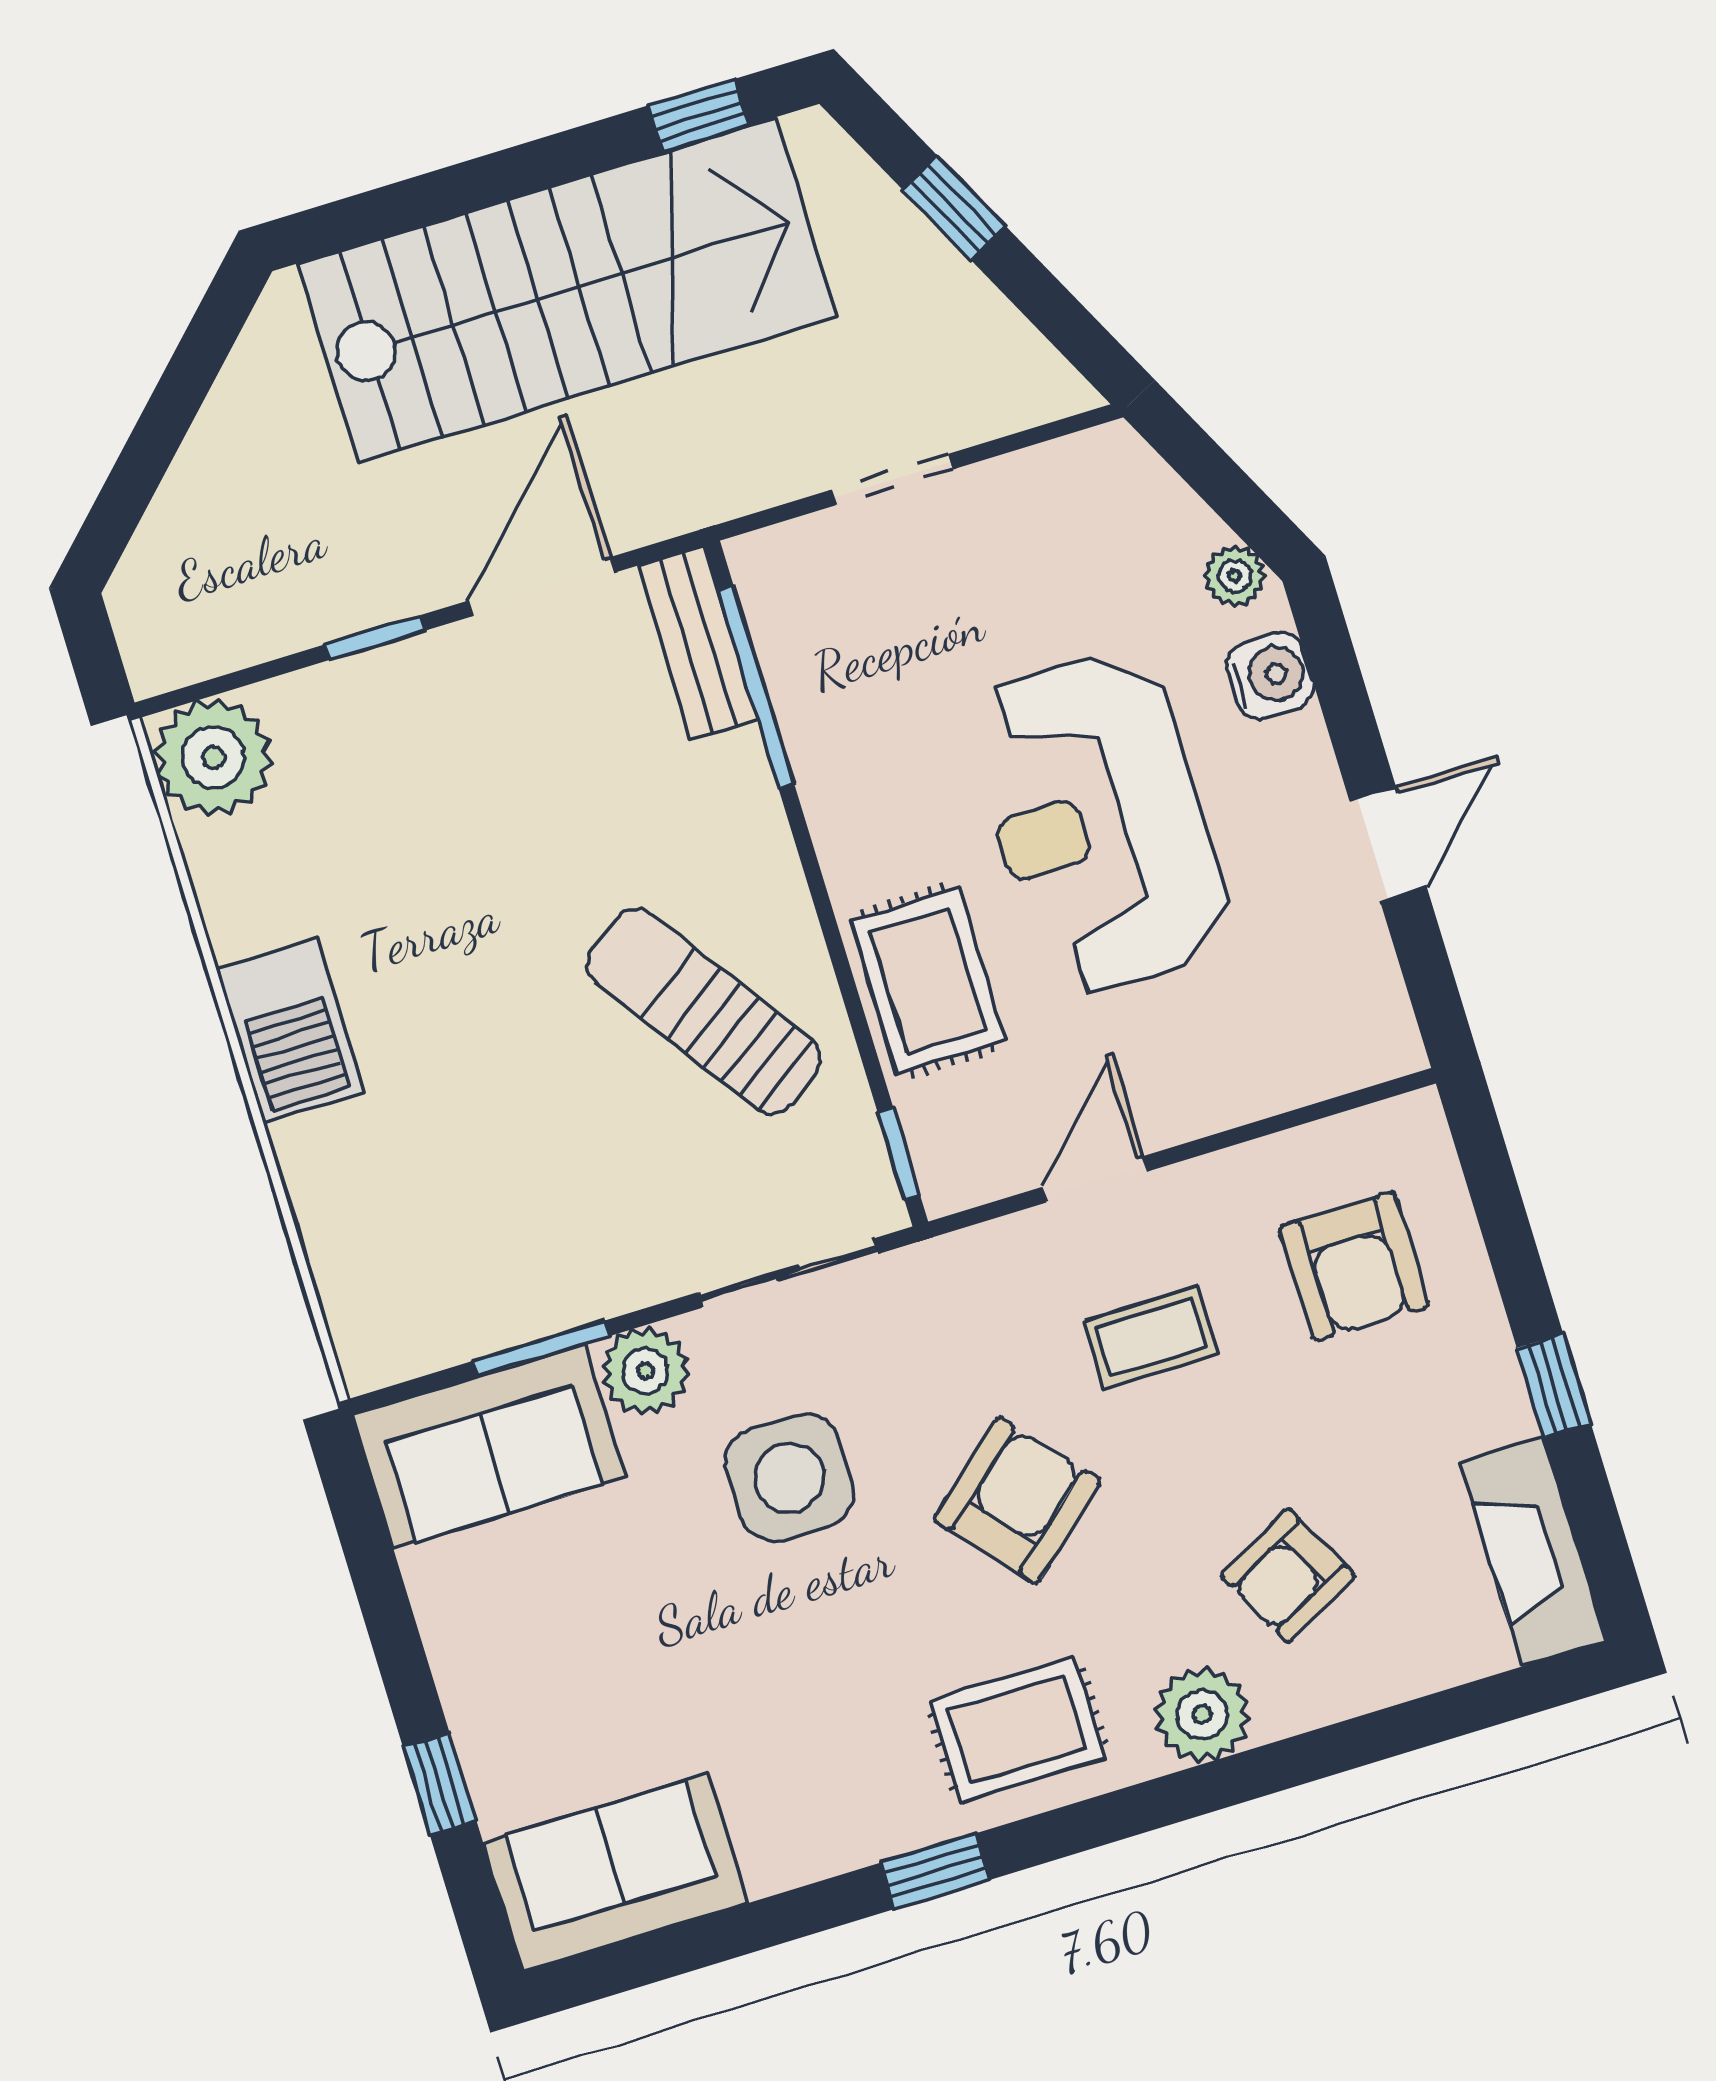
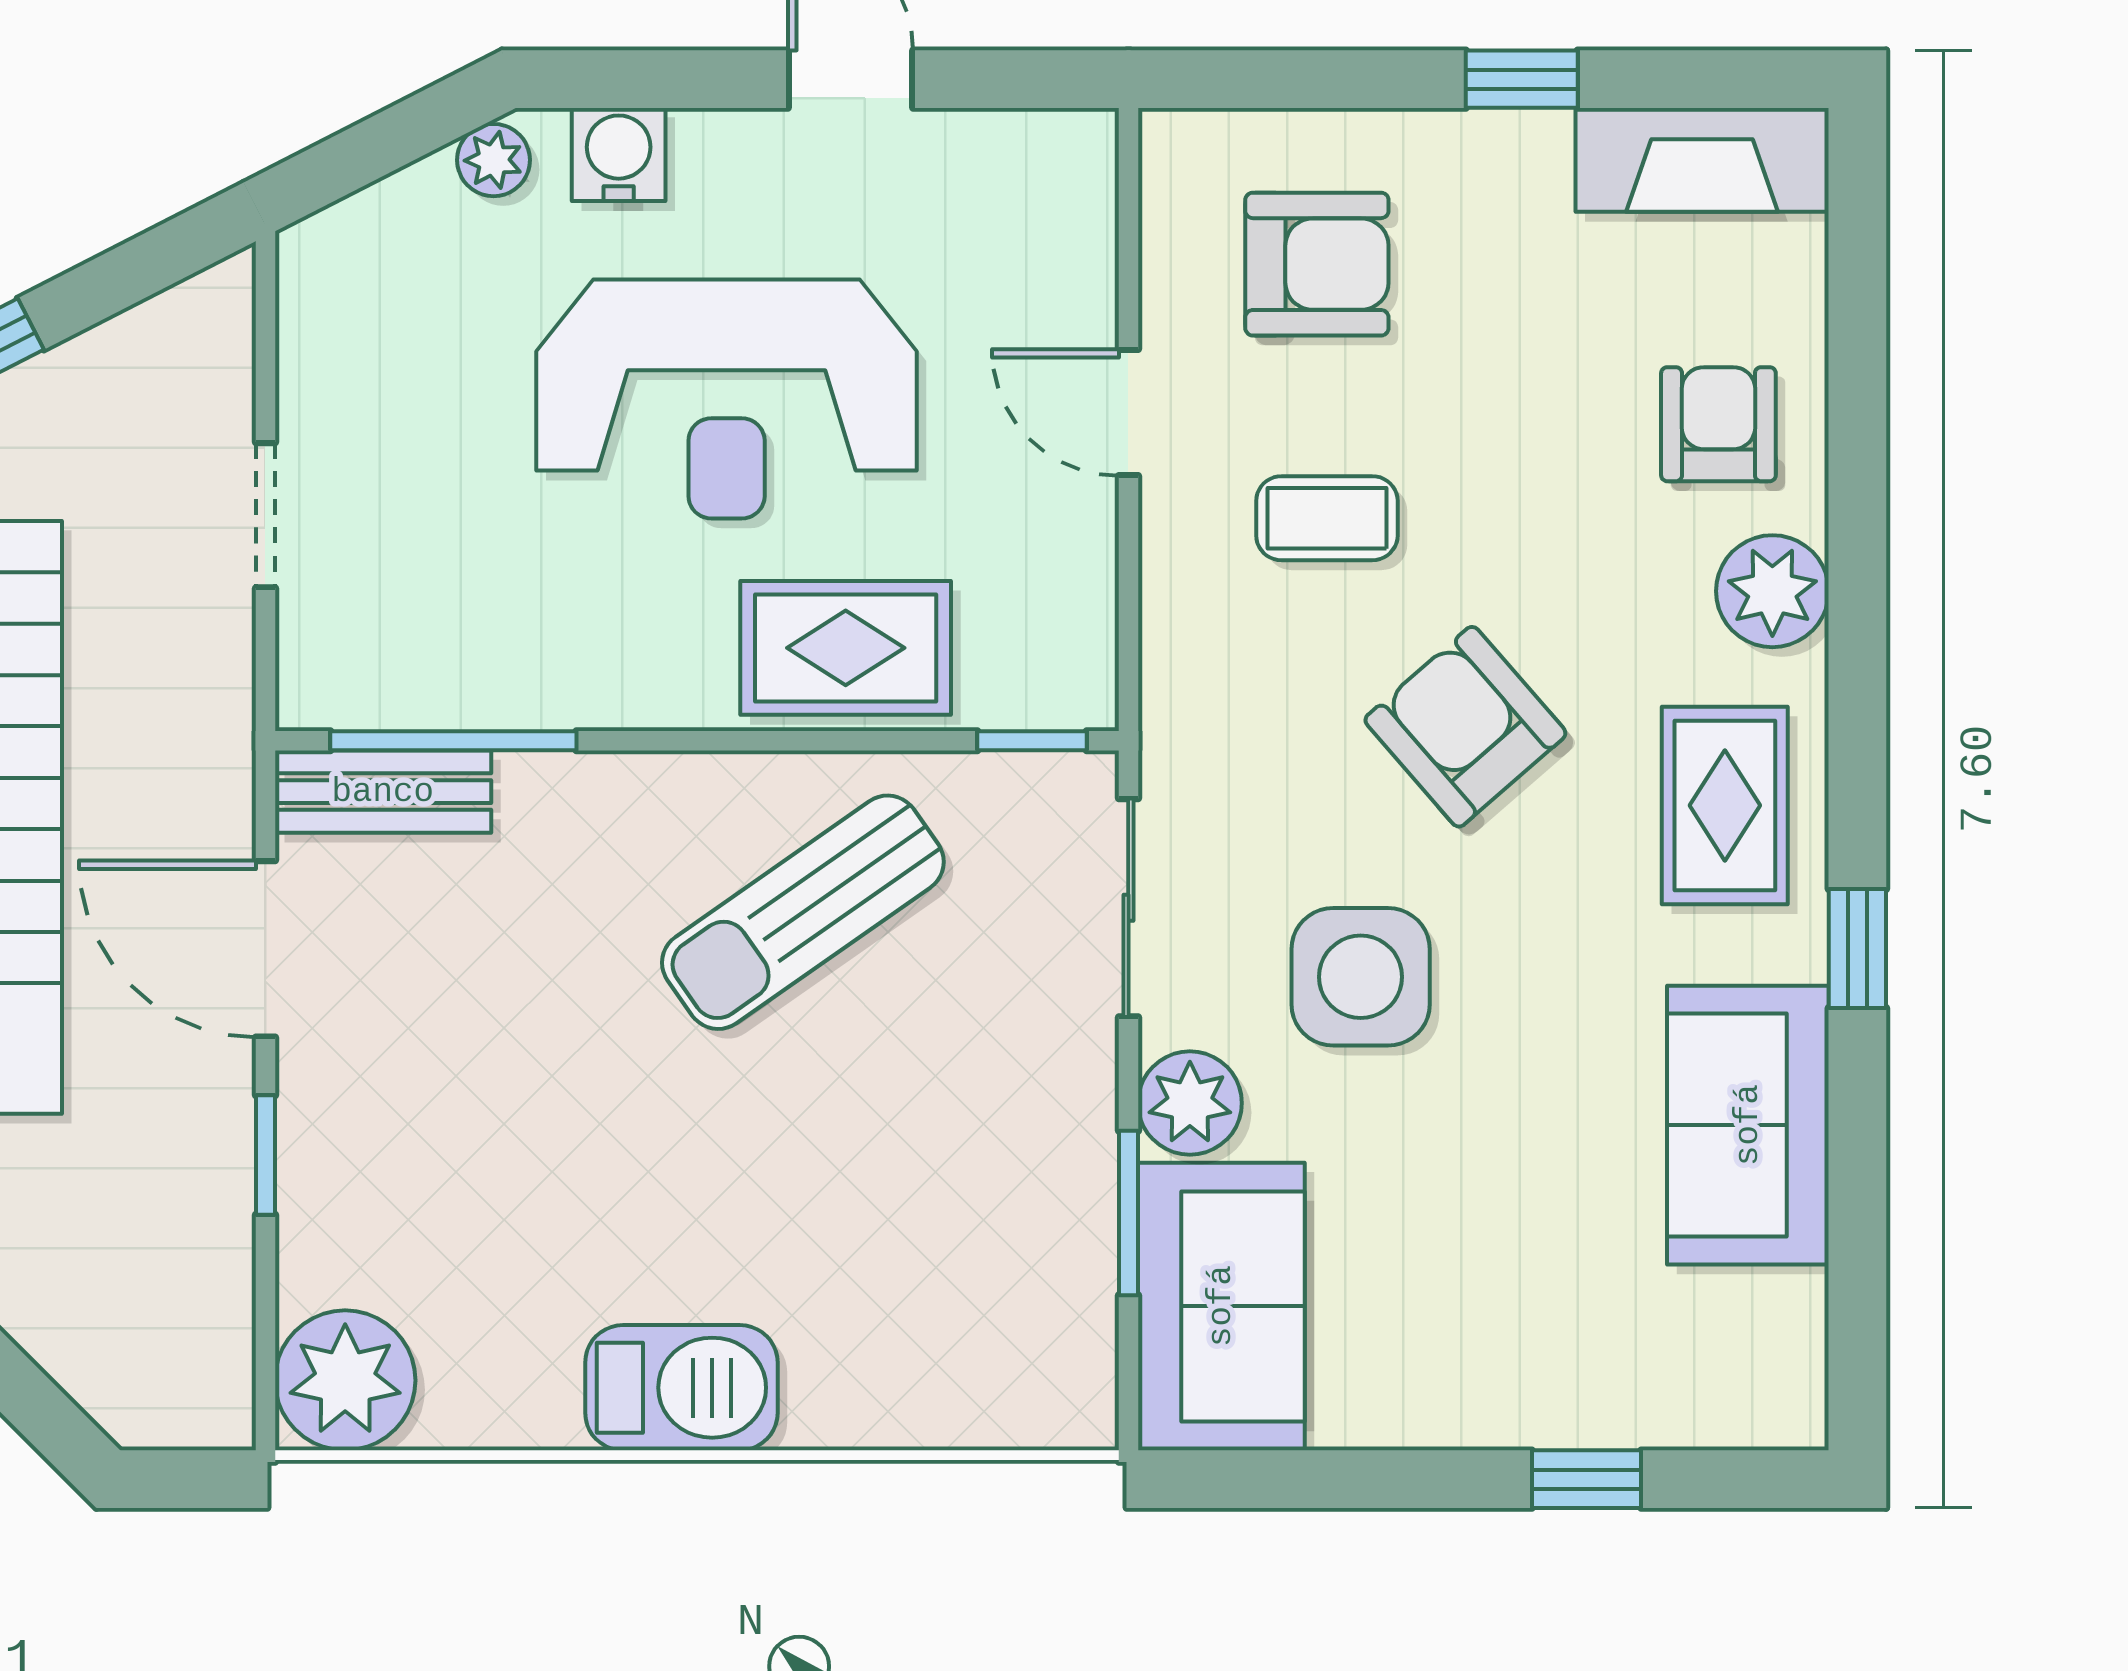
door: (1095, 1179) -> (1128, 413), moved
coffee table: (1151, 1337) -> (1327, 518), turned 90
armchair: (1288, 1576) -> (1718, 424), moved, turned -152
sofa: (615, 1872) -> (1748, 1125), moved

